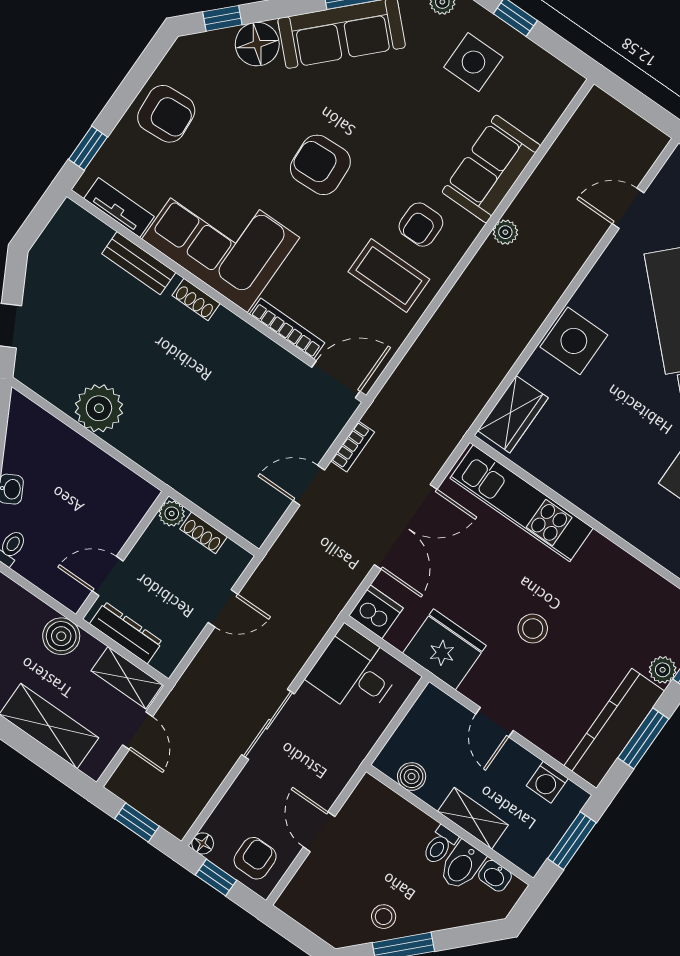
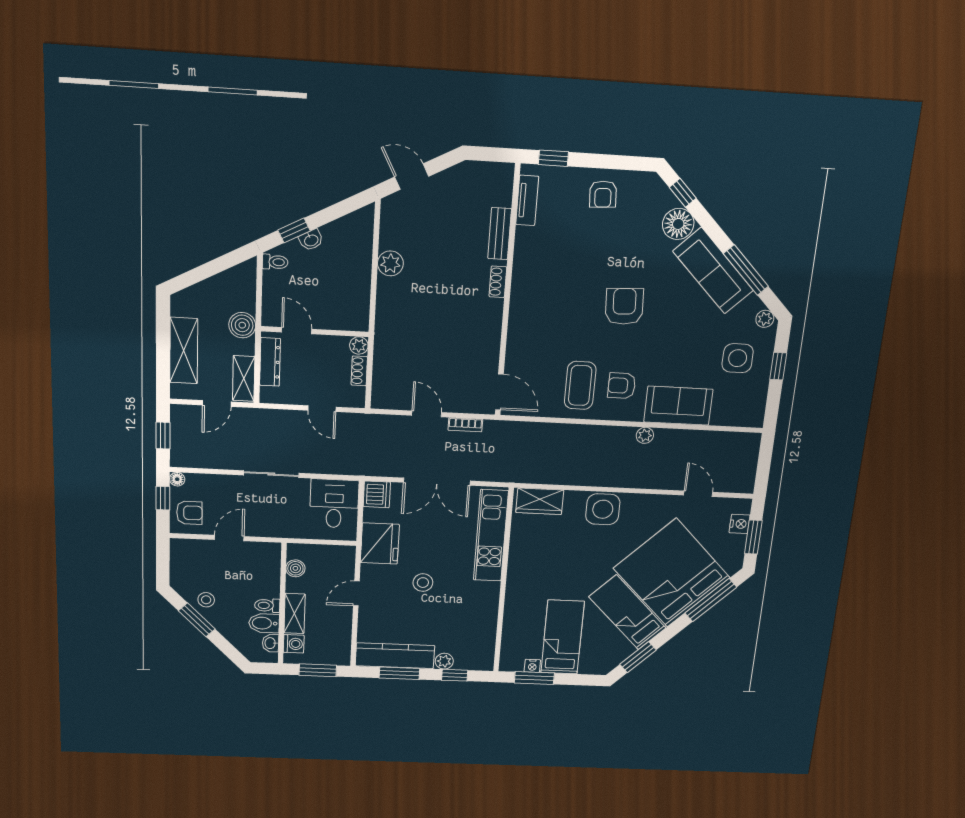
armchair: (166, 114) -> (603, 194), width x0.72, depth x0.72
corner sofa: (221, 238) -> (544, 274), removed
bookcase: (287, 328) -> (513, 346), removed
plant: (99, 408) -> (390, 263), width x0.73, depth x0.73
washing machine: (547, 782) -> (294, 644), moved, turned 180

